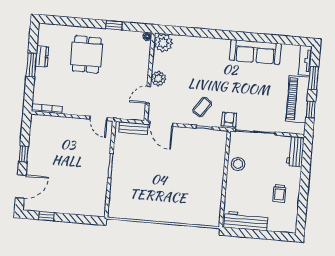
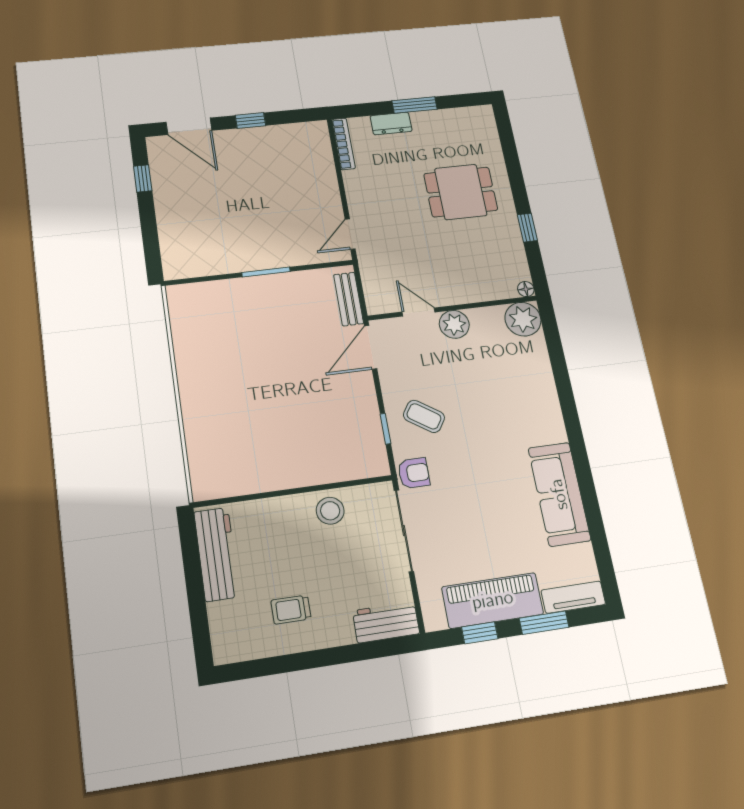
dresser: (42, 56) -> (391, 124), moved

